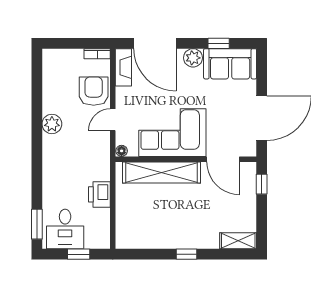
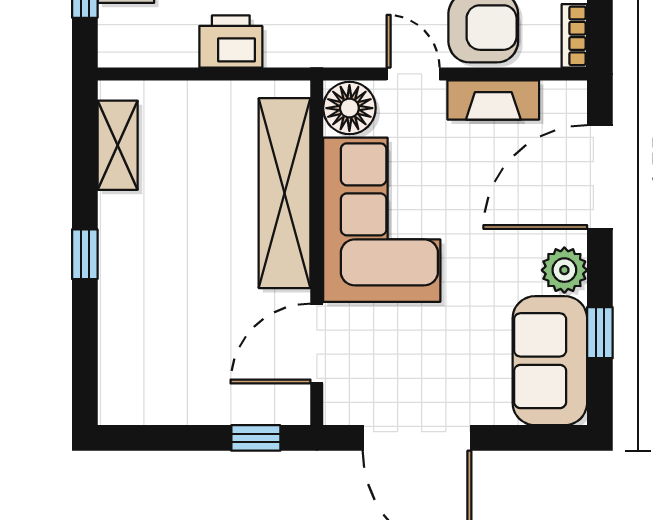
fireplace: (123, 67) -> (493, 100), moved
floor lamp: (122, 151) -> (349, 108), width x1.89, depth x1.89
shelving: (238, 241) -> (118, 145), moved

